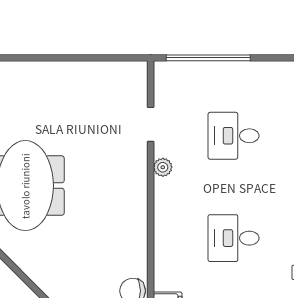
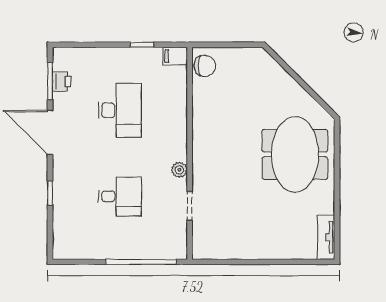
desk: (234, 238) -> (120, 110), width x1.37

